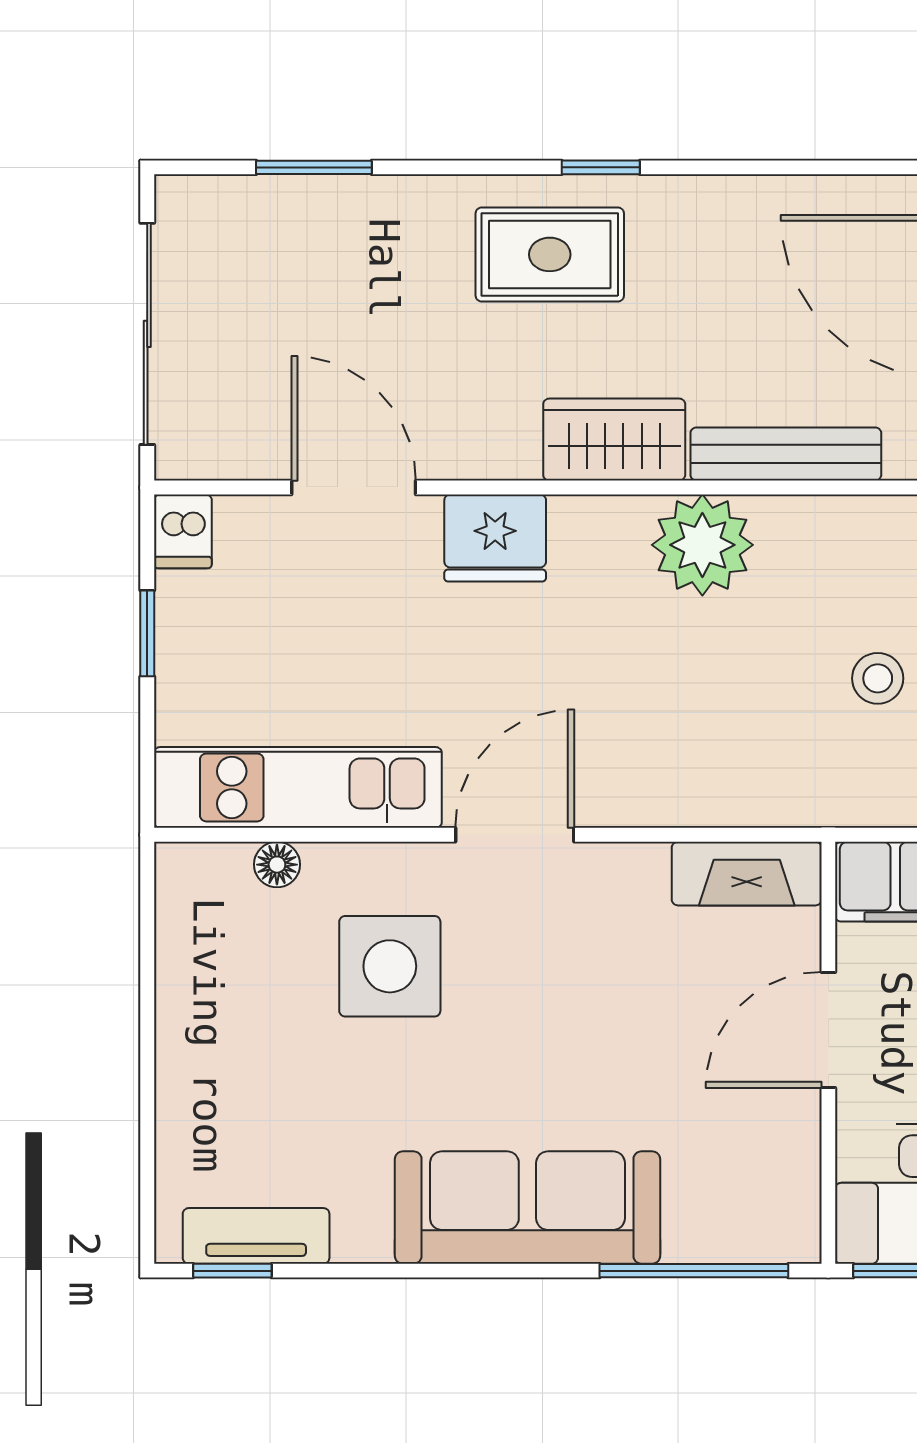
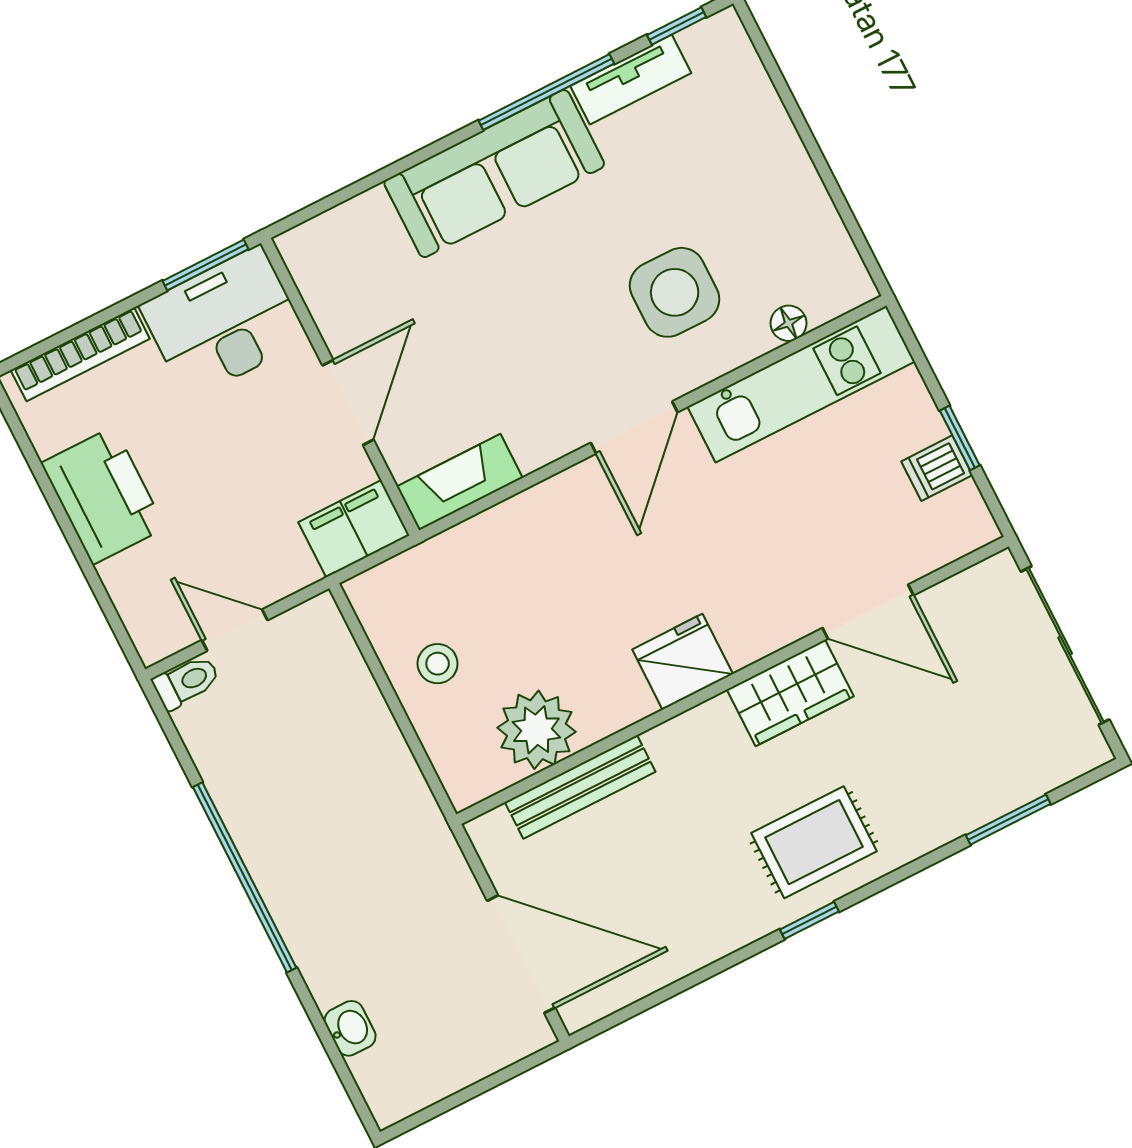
wardrobe: (614, 440) -> (790, 693), moved
dishwasher: (183, 531) -> (937, 468), moved, turned -90
fridge: (495, 538) -> (683, 662), moved
plant: (702, 545) -> (536, 730), moved
tv unit: (256, 1236) -> (631, 80), moved
window: (694, 1271) -> (546, 92), moved

